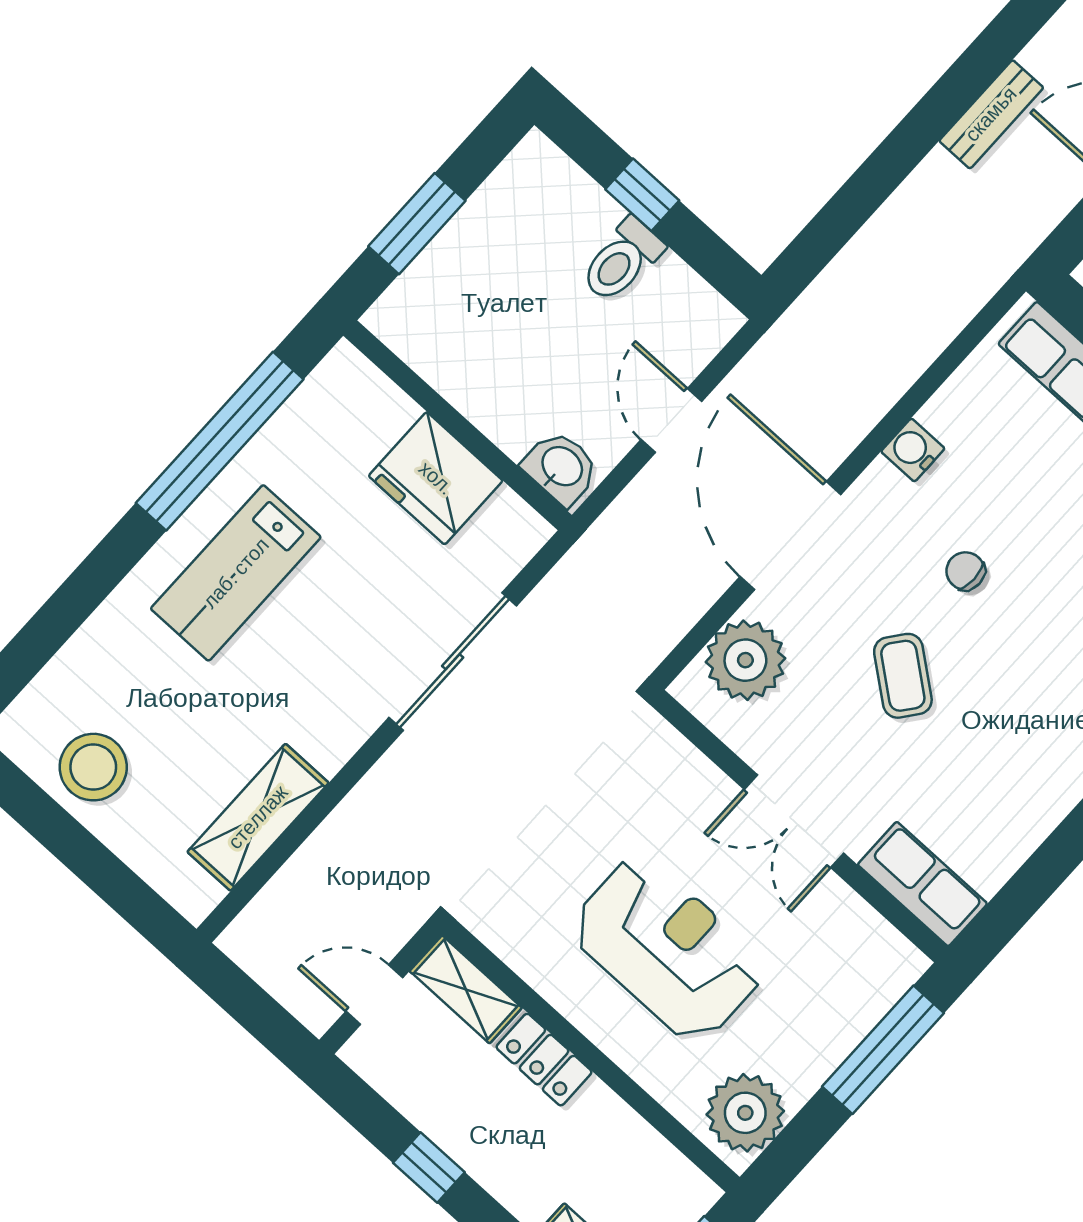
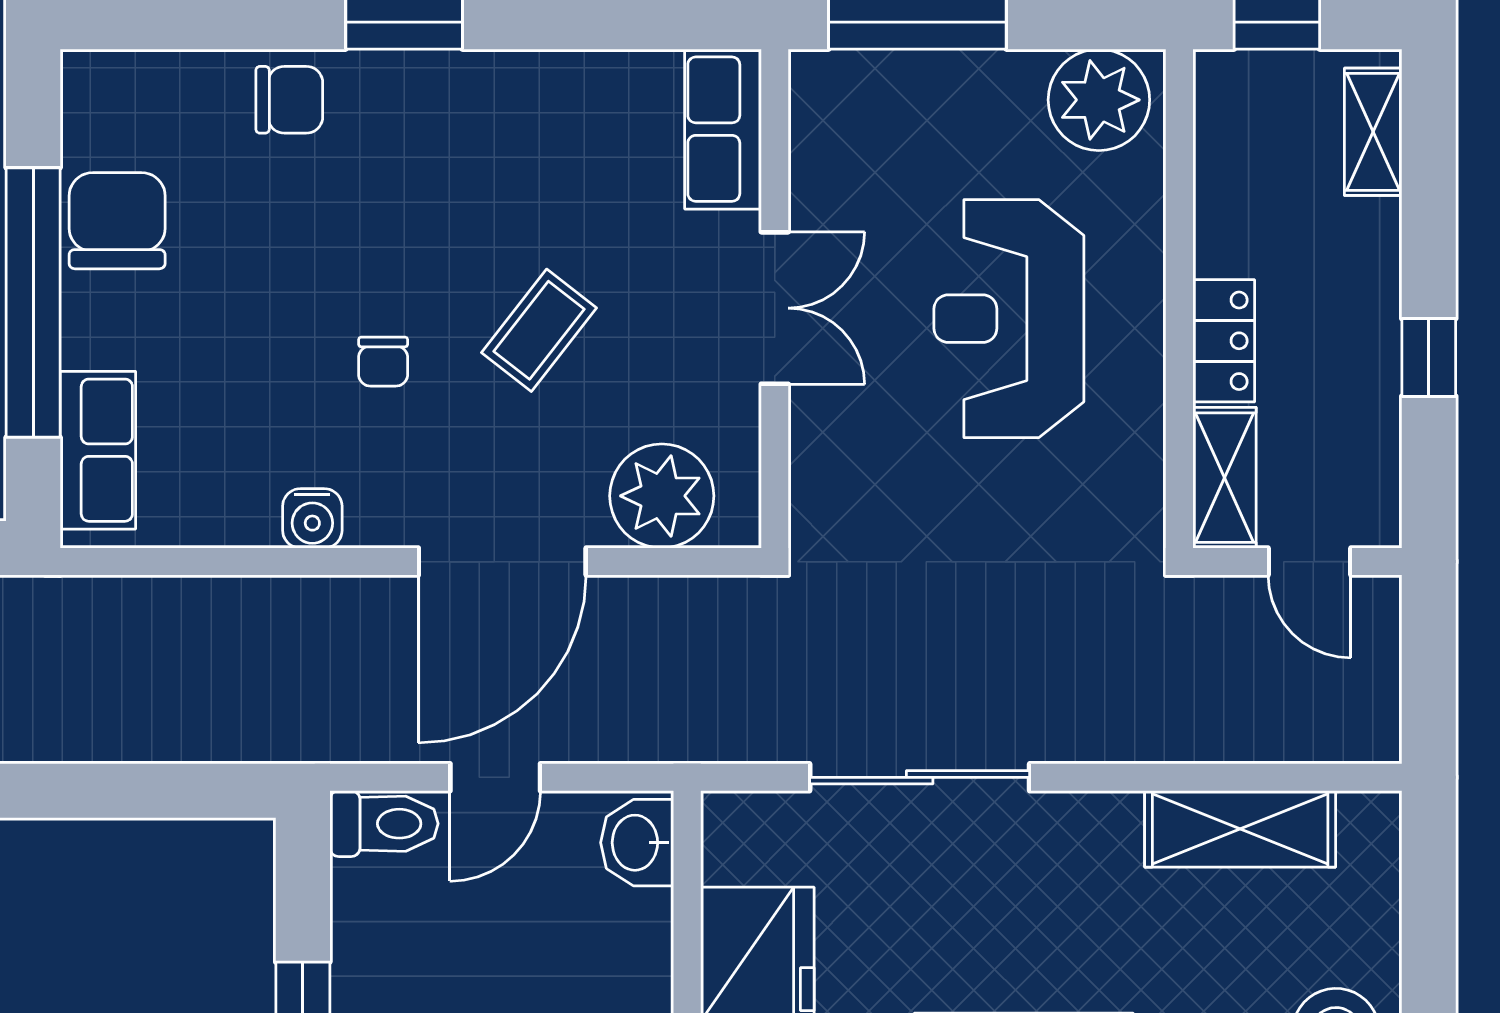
toilet: (622, 260) -> (384, 824), moved

